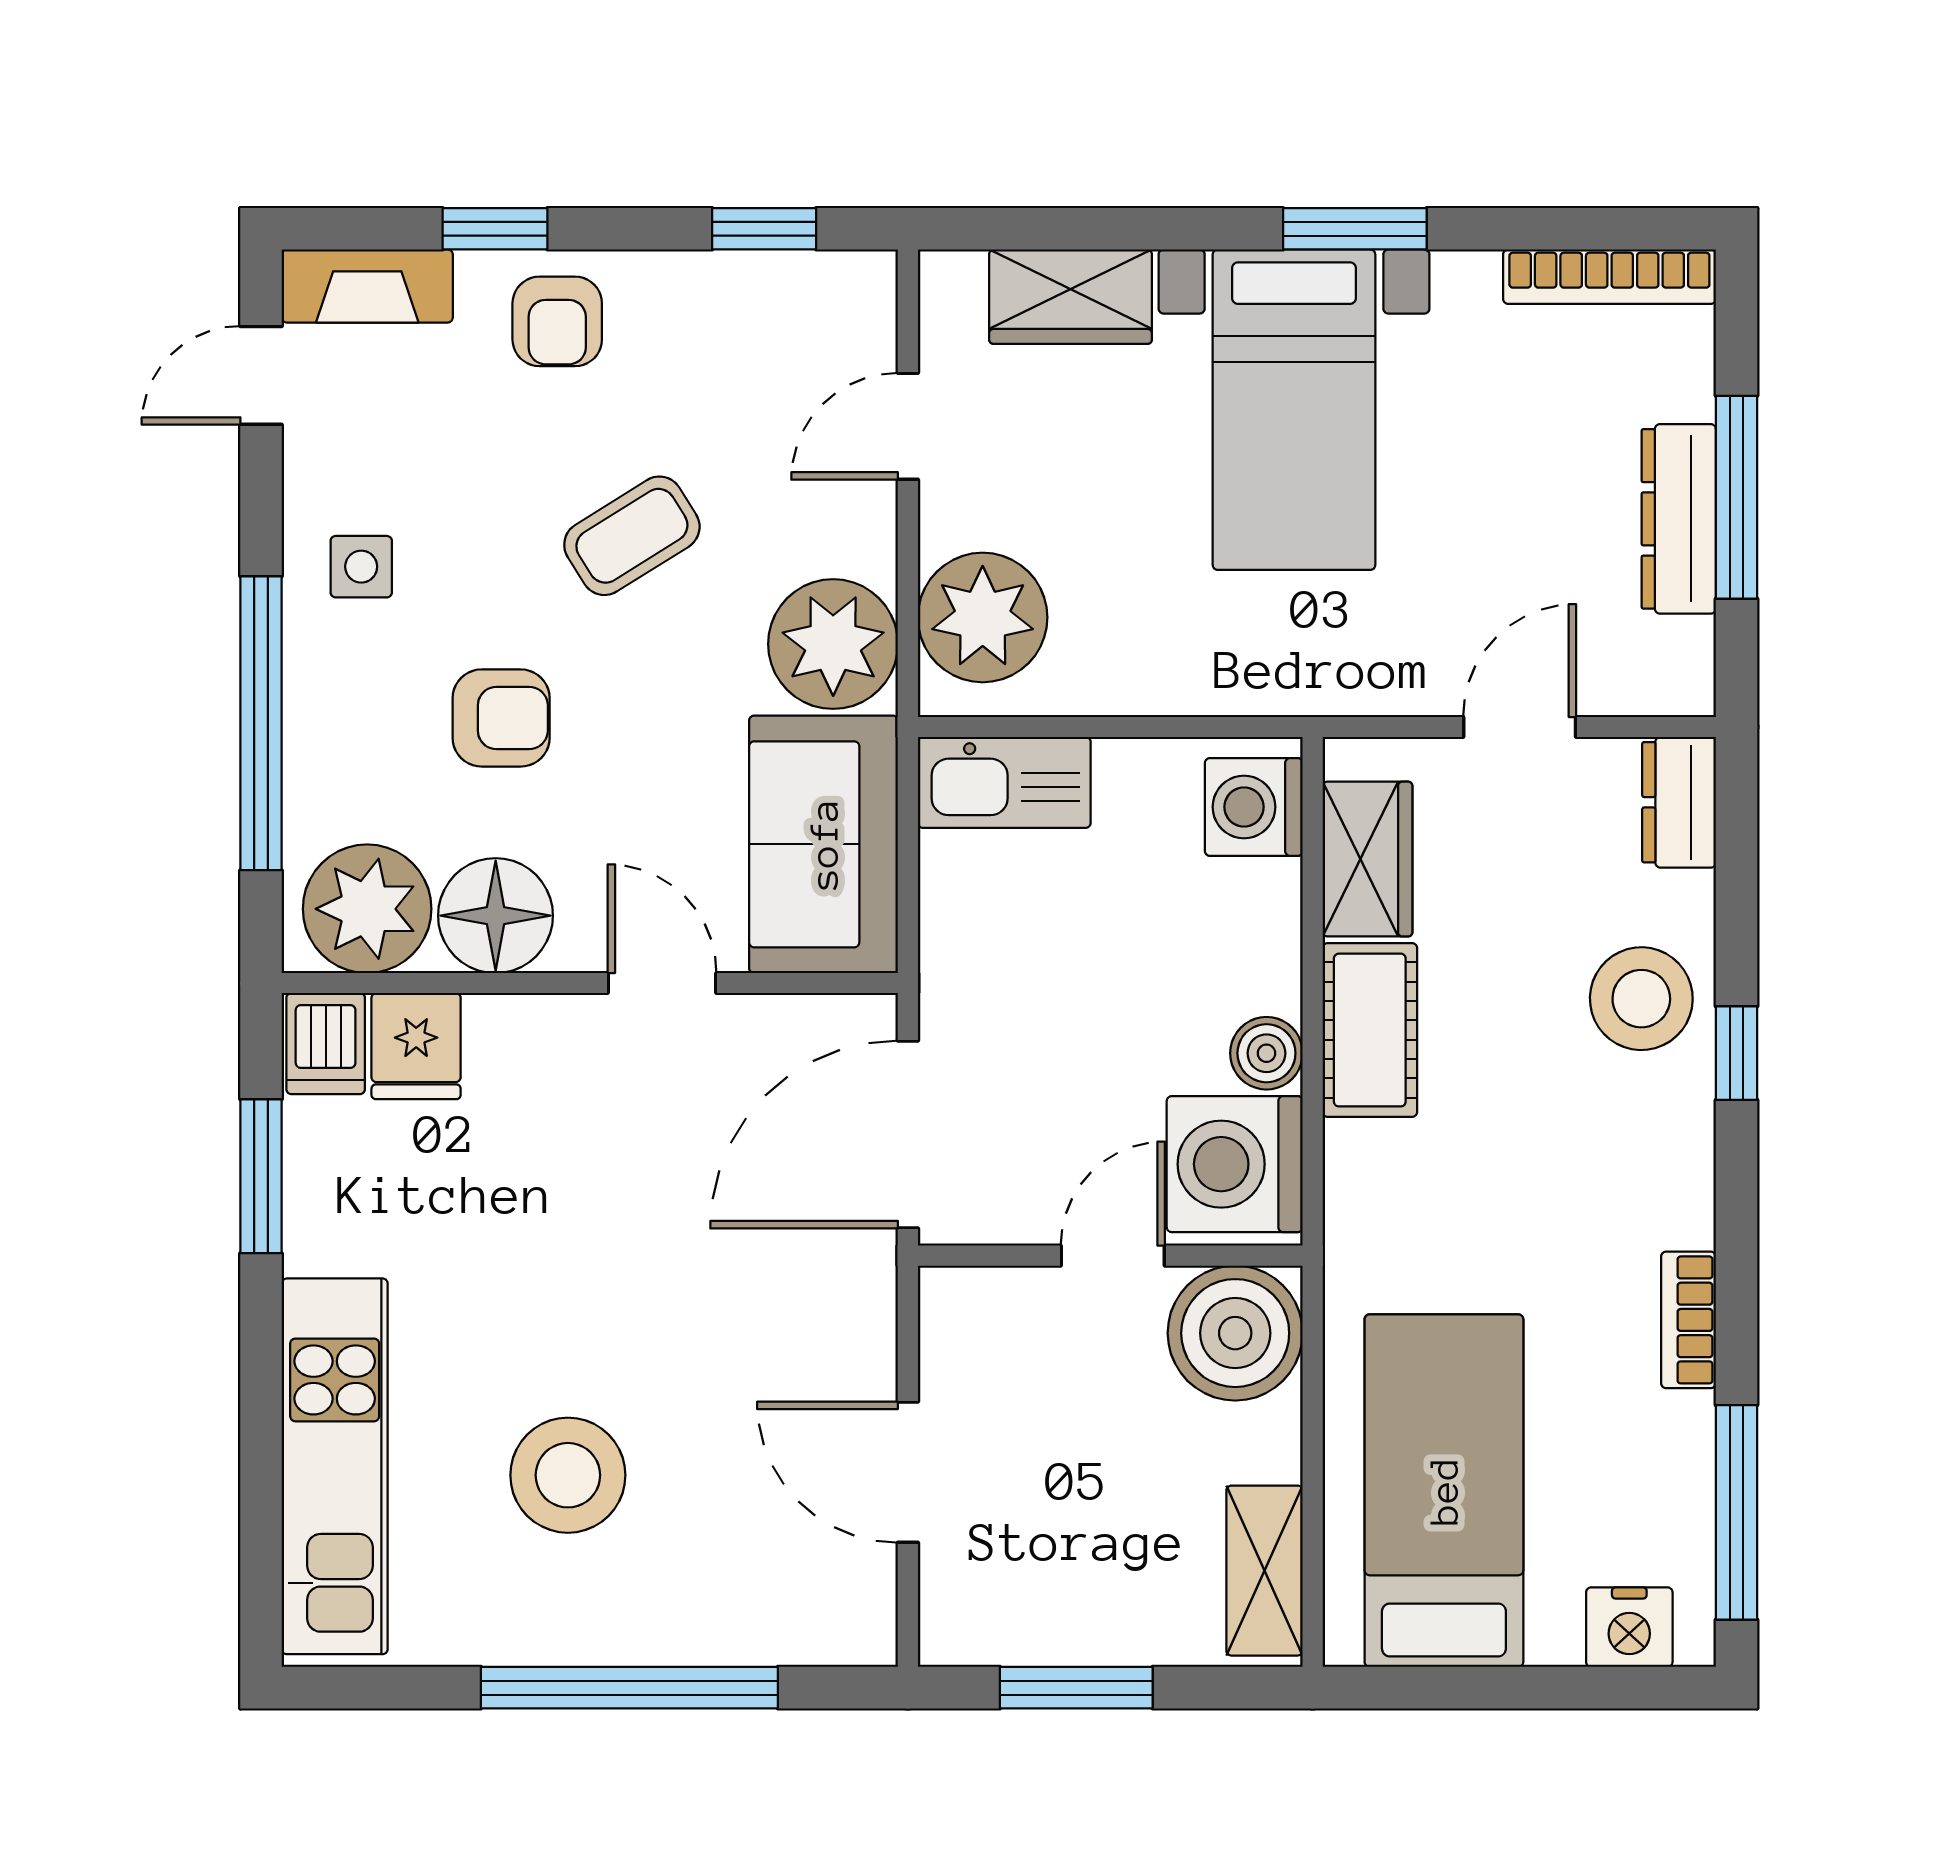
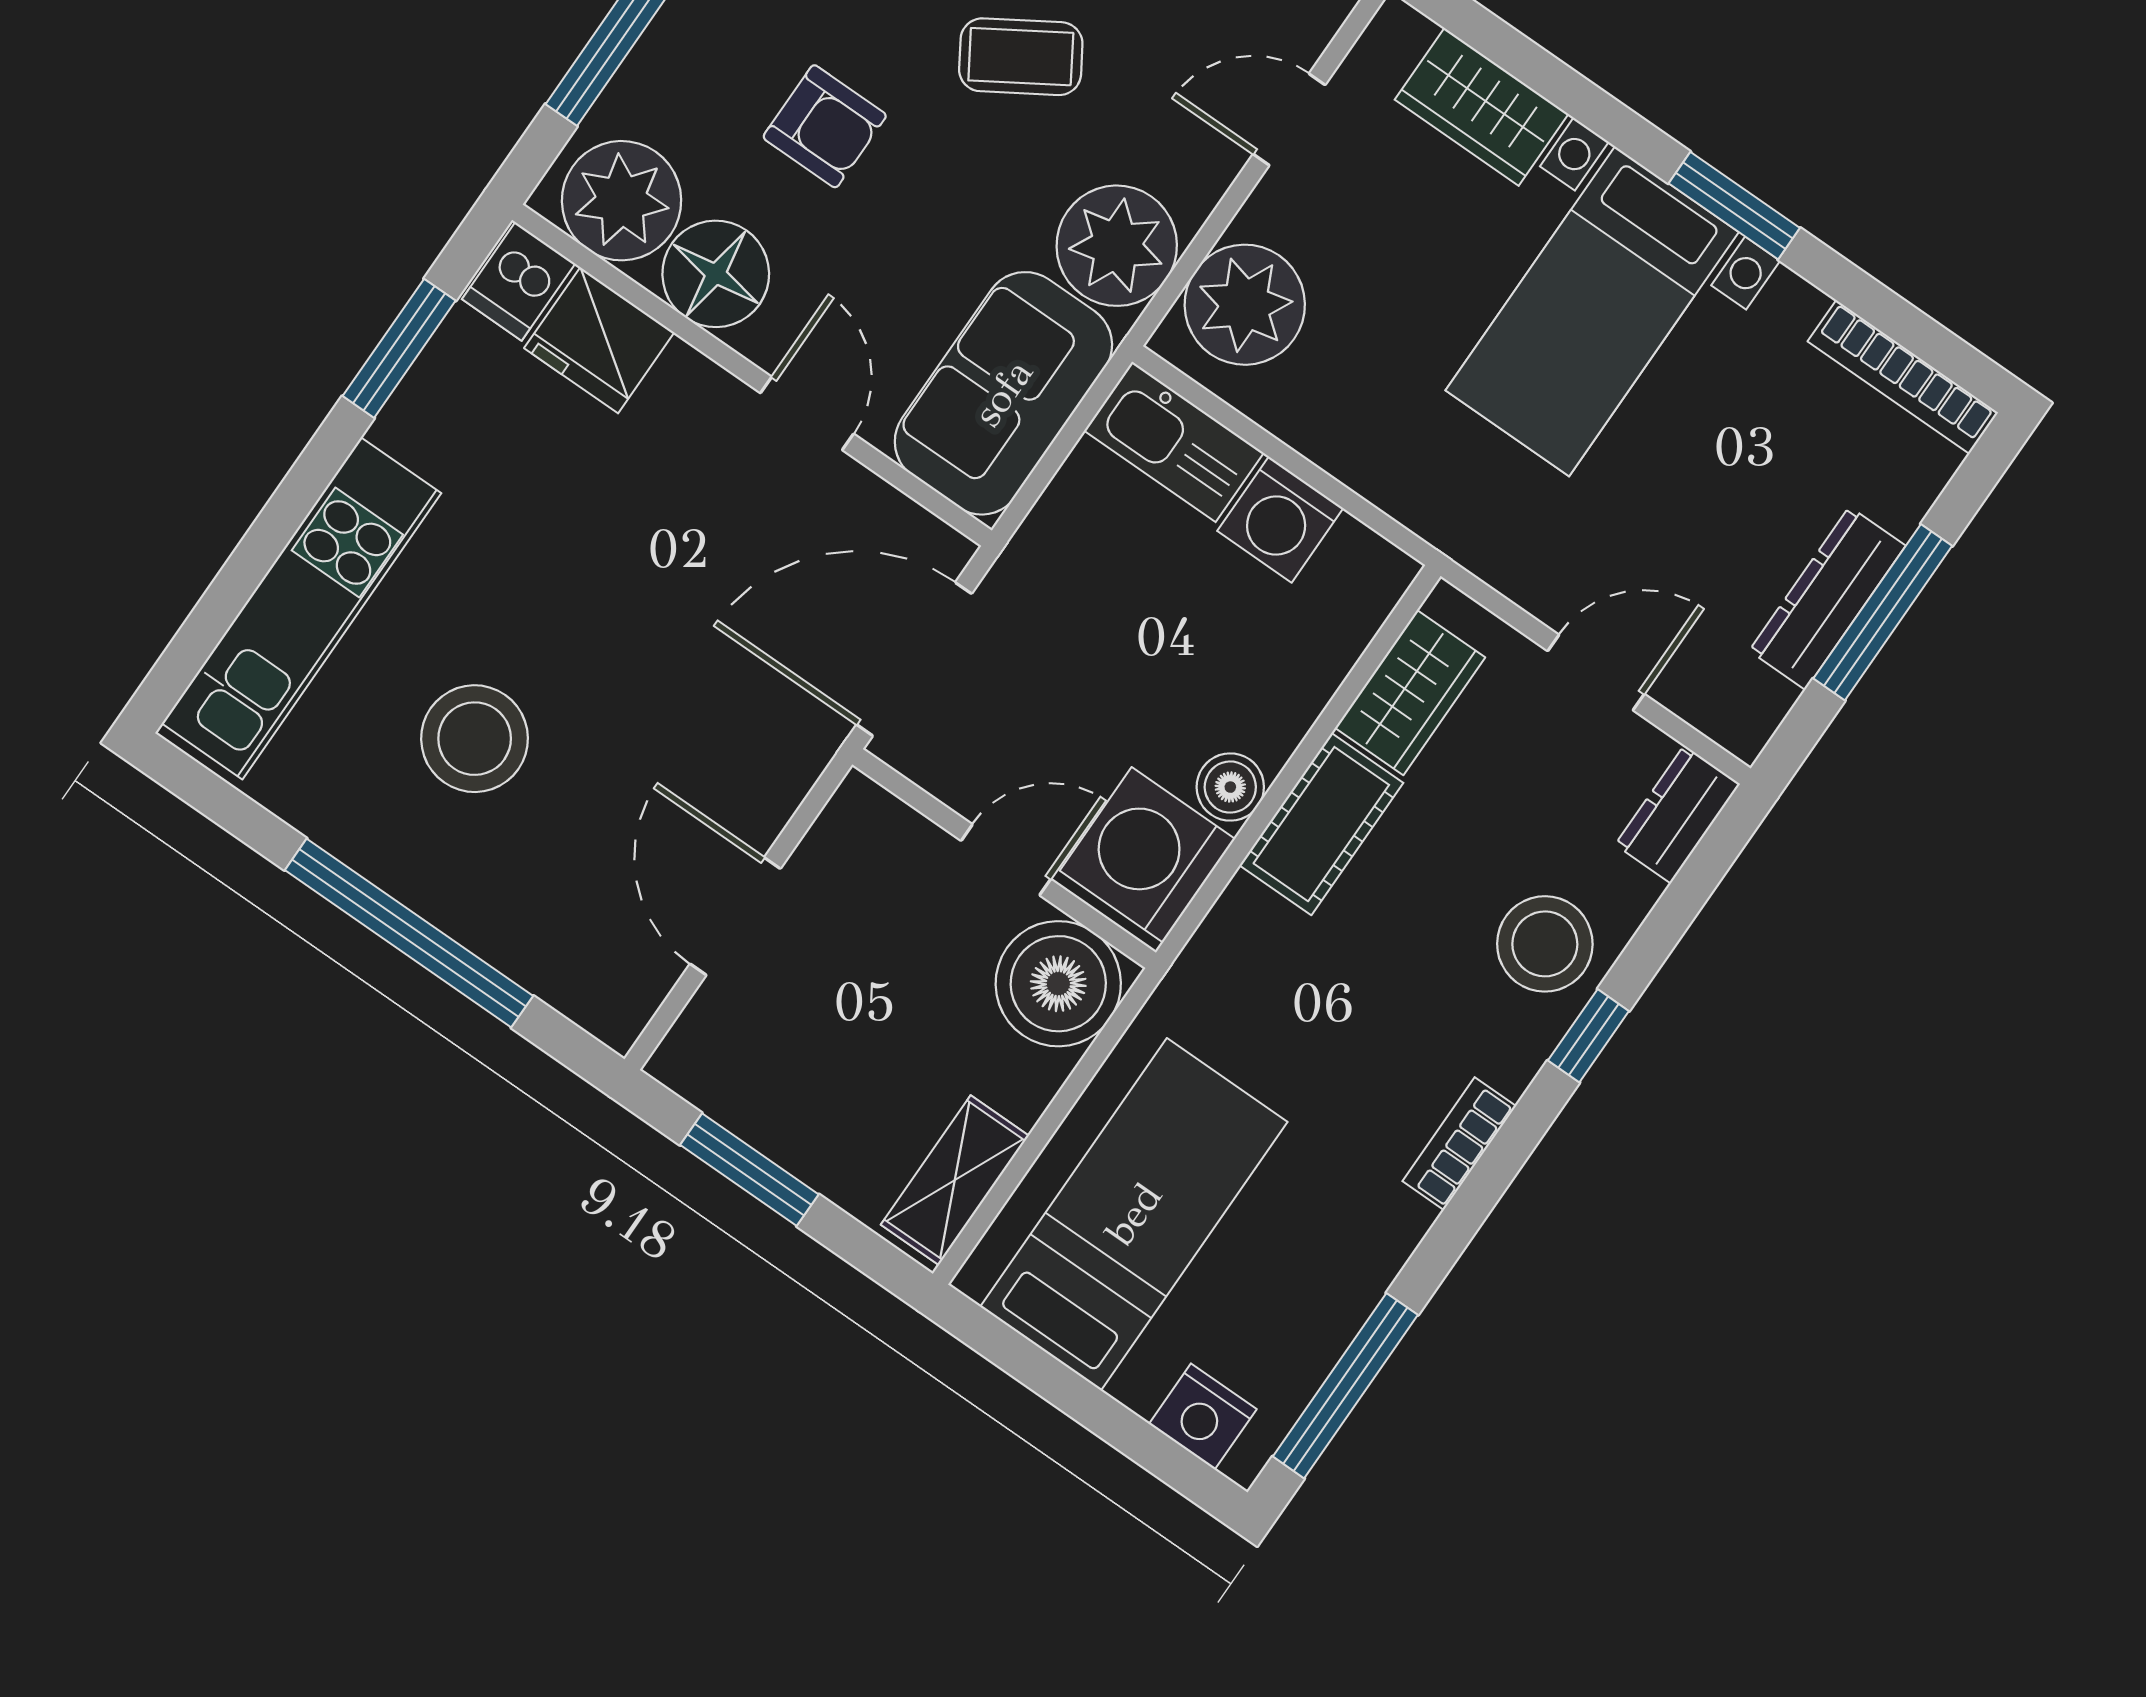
washing machine: (1254, 807) -> (1280, 520), moved, turned -90
fridge: (416, 1046) -> (599, 340), width x1.38
bookcase: (1688, 1320) -> (1459, 1144), moved

